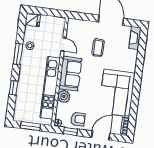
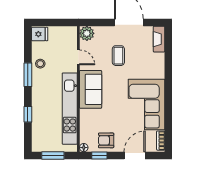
plant: (64, 97) -> (87, 33), moved
armchair: (78, 119) -> (106, 140), turned 180

